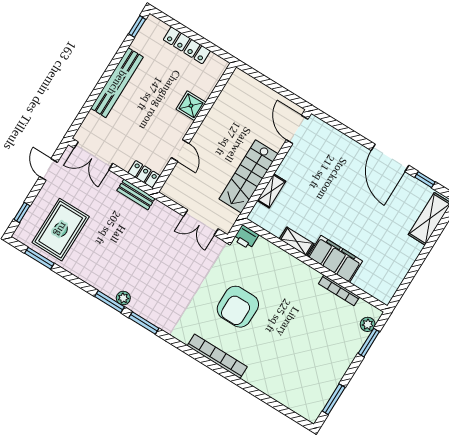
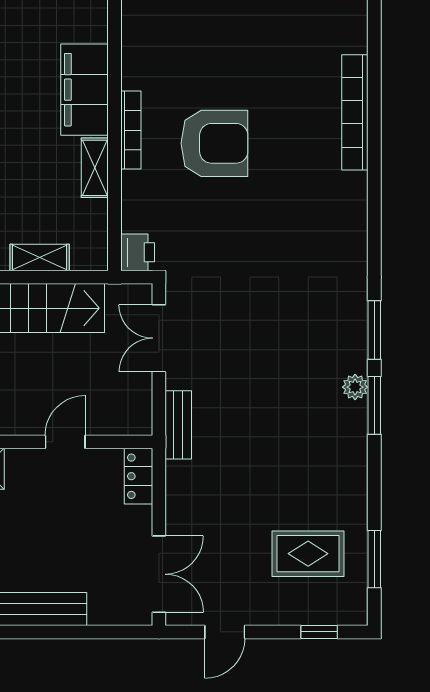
bench: (136, 194) -> (178, 425), moved
double door: (201, 222) -> (159, 338), swing flipped
rug: (61, 230) -> (308, 554), width x0.73, depth x0.70
bookcase: (339, 290) -> (131, 130), moved
armchair: (238, 307) -> (214, 143), moved
bookcase: (217, 356) -> (355, 112), moved

